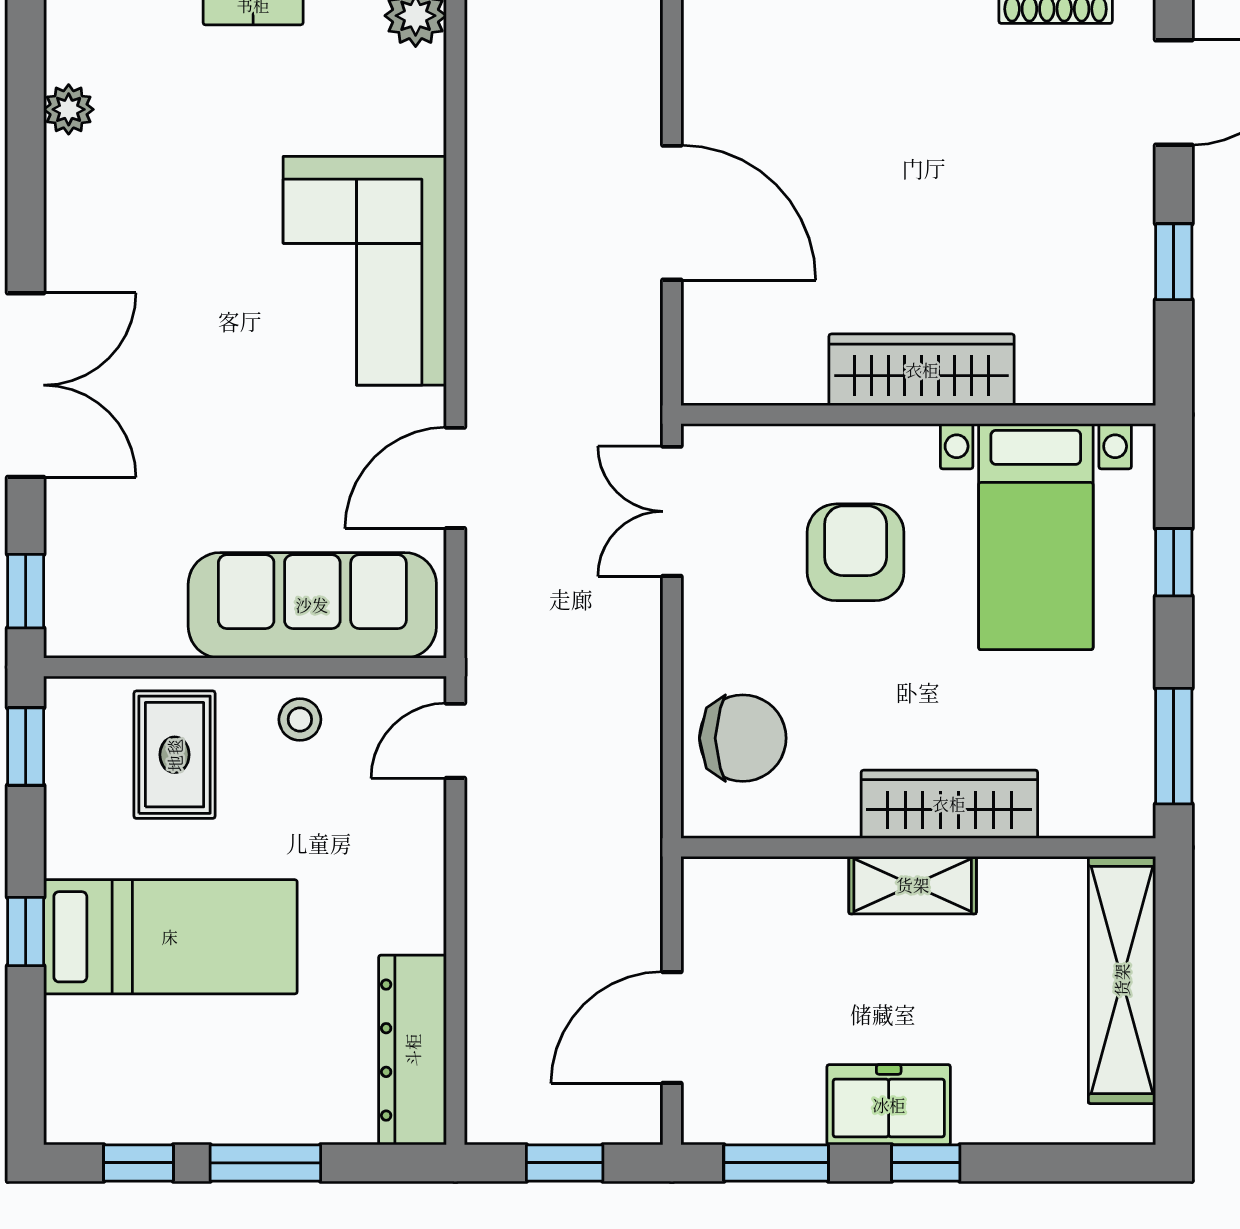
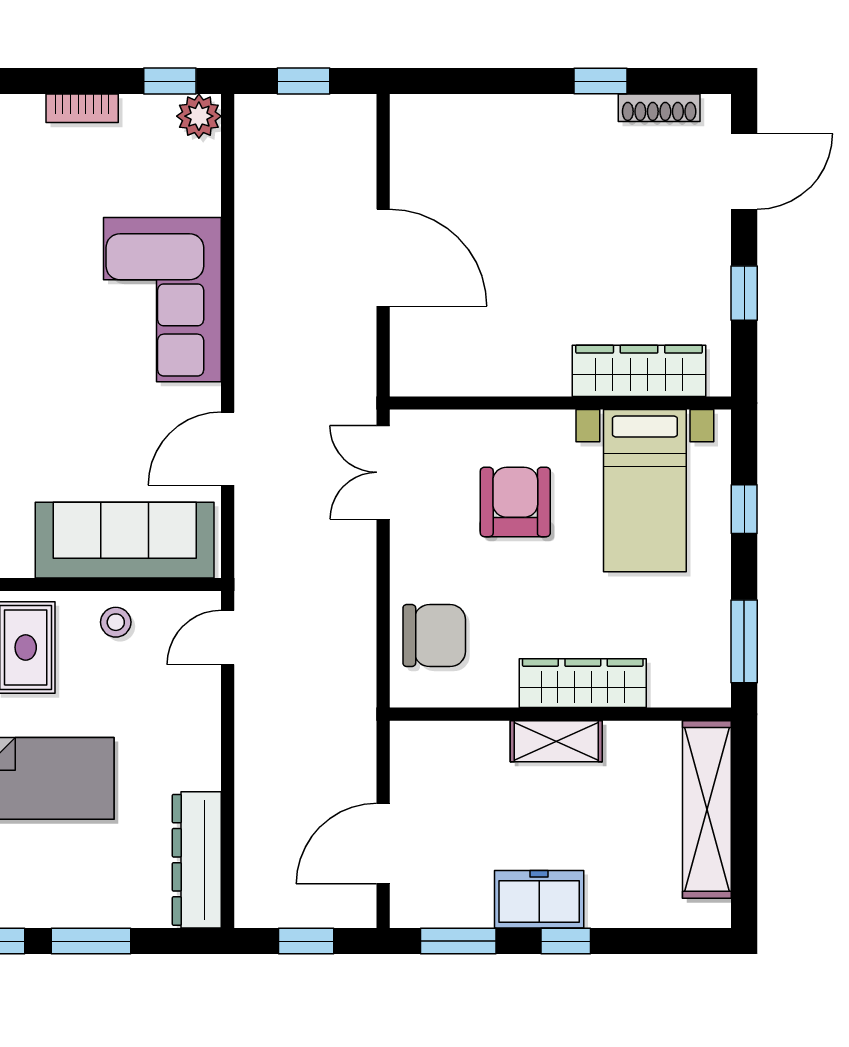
wardrobe: (922, 370) -> (639, 371), moved

